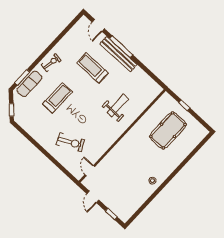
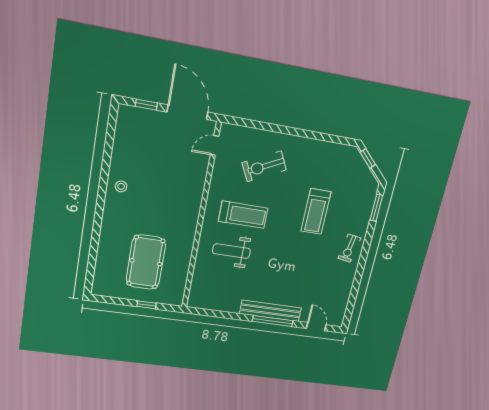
treadmill: (93, 68) -> (243, 215), moved
exercise mat: (29, 84) -> (363, 206), removed
weight bench: (118, 106) -> (231, 251), turned 90
door: (90, 171) -> (215, 145), swing flipped
door: (93, 197) -> (187, 112), width x1.88

